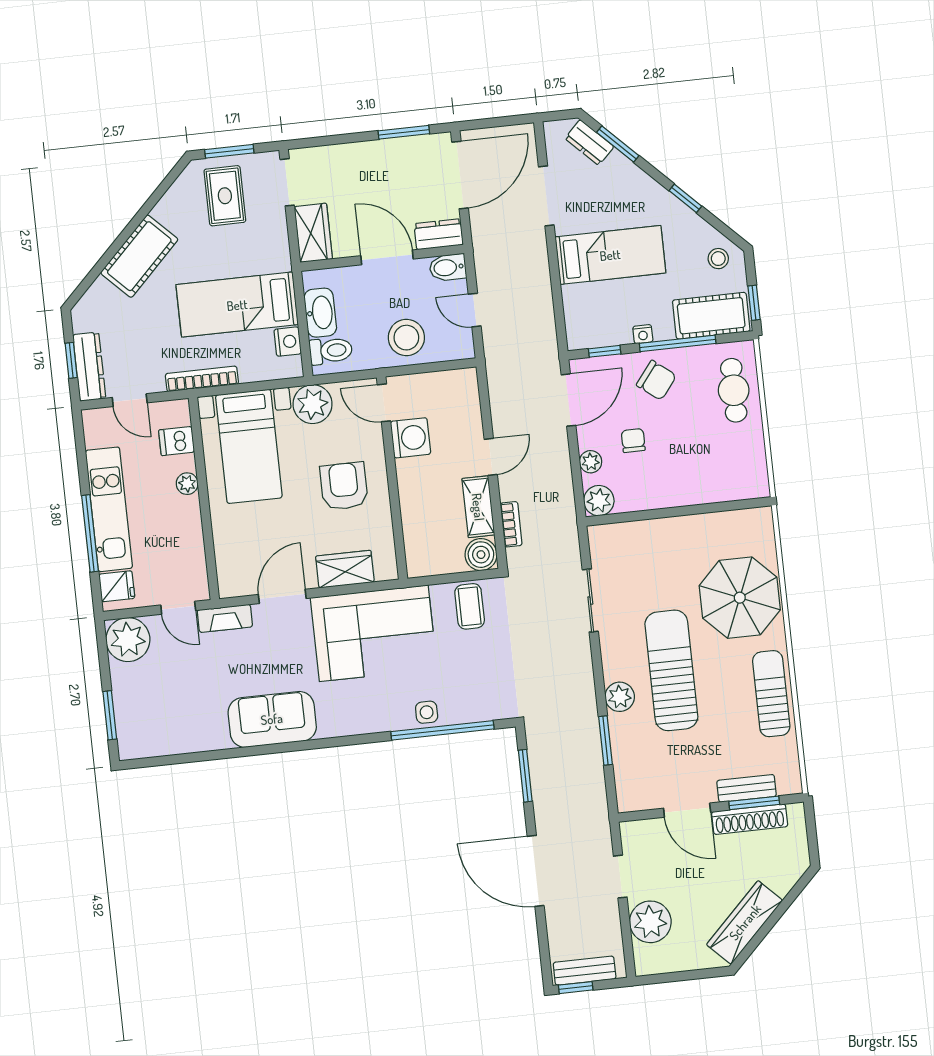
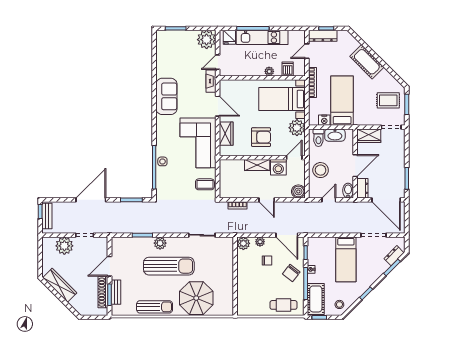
shelving: (478, 507) -> (257, 165), moved
boiler: (481, 555) -> (298, 191), moved

